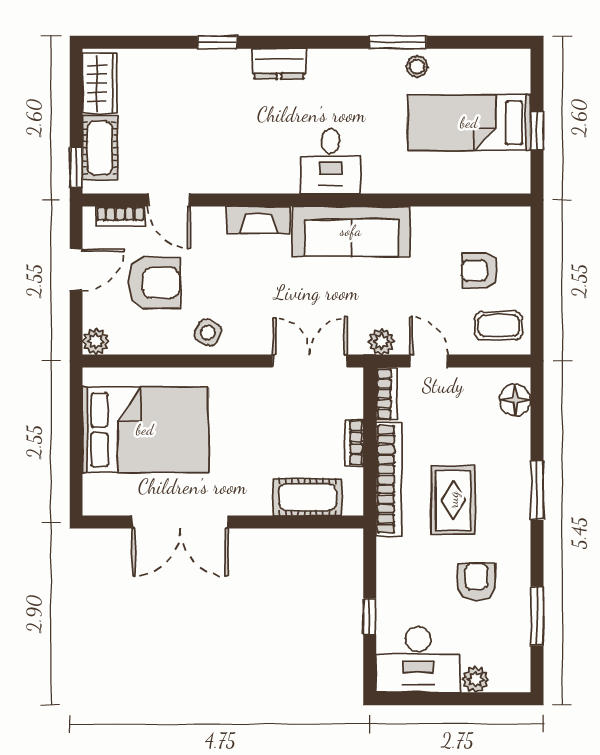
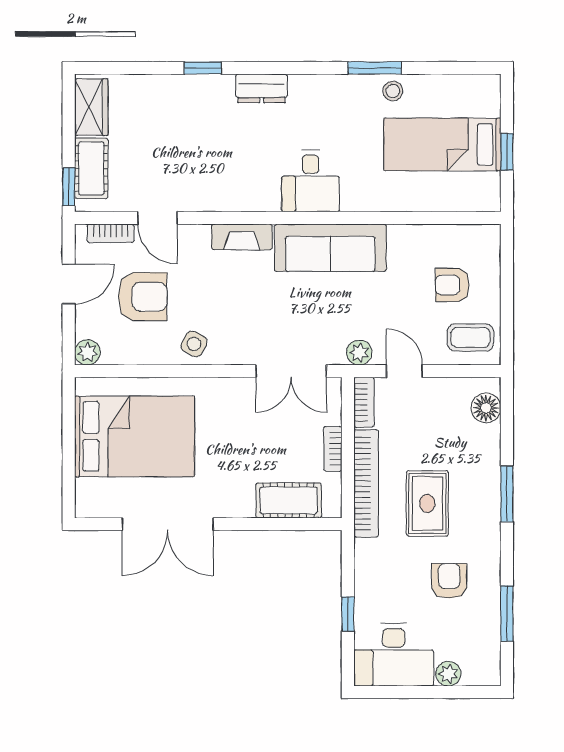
double door: (310, 361) -> (291, 371), swing flipped

